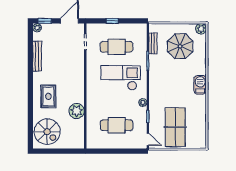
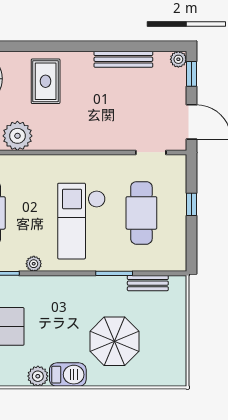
plant: (201, 29) -> (38, 376), moved
parasol: (180, 46) -> (114, 341), moved
checkout: (121, 78) -> (81, 221), turned 180
rug: (48, 96) -> (46, 81), turned 90

